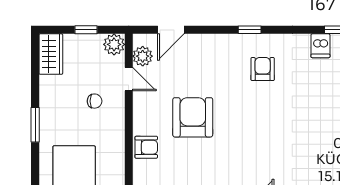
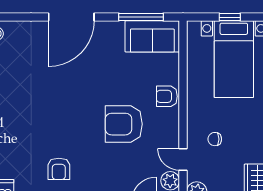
armchair: (193, 117) -> (124, 124), turned 90

